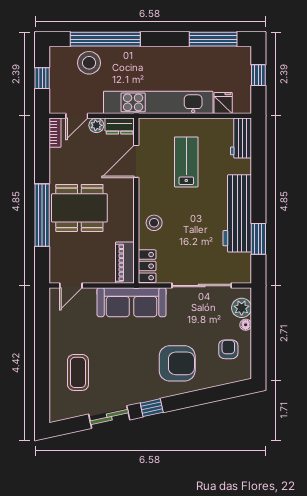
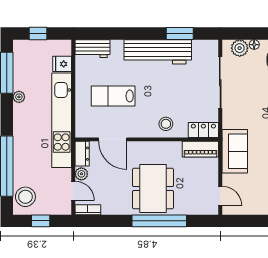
plant: (185, 53) -> (19, 97), added
stool: (89, 63) -> (25, 197), moved
sofa: (132, 302) -> (235, 151), width x0.73

